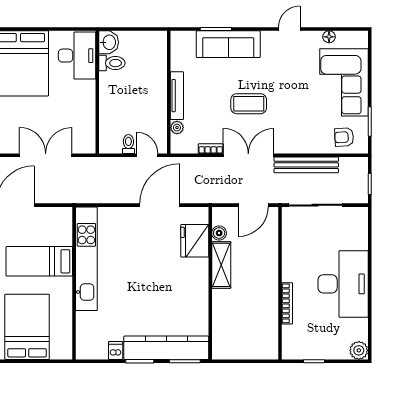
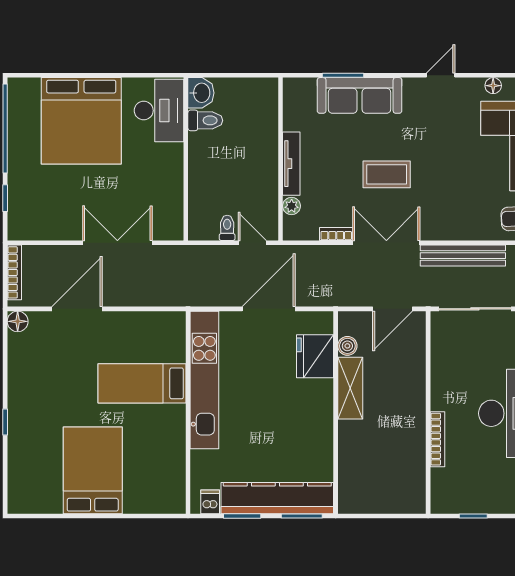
kitchen unit: (86, 259) -> (204, 380), moved
bed: (39, 261) -> (142, 383), moved
wall: (74, 283) -> (188, 412), moved

